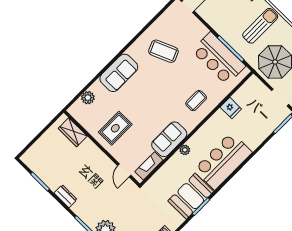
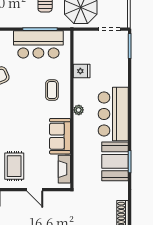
plant: (185, 150) -> (79, 110), moved
door: (124, 170) -> (35, 190), moved

